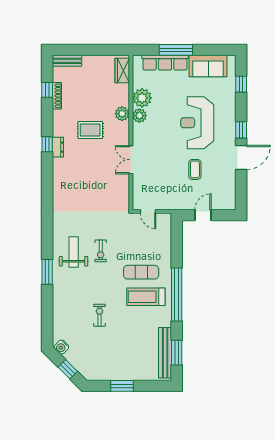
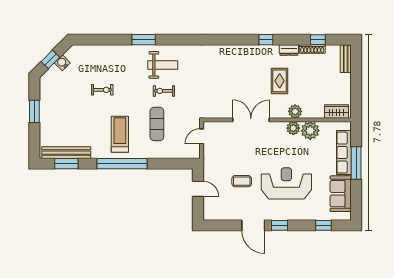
dresser: (58, 147) -> (289, 50), moved
double door: (131, 160) -> (251, 120), width x1.37
exercise mat: (141, 272) -> (157, 124), moved
water cooler: (61, 347) -> (62, 63), moved

